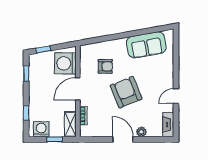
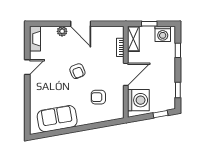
armchair: (126, 92) -> (77, 71), width x0.53, depth x0.53

